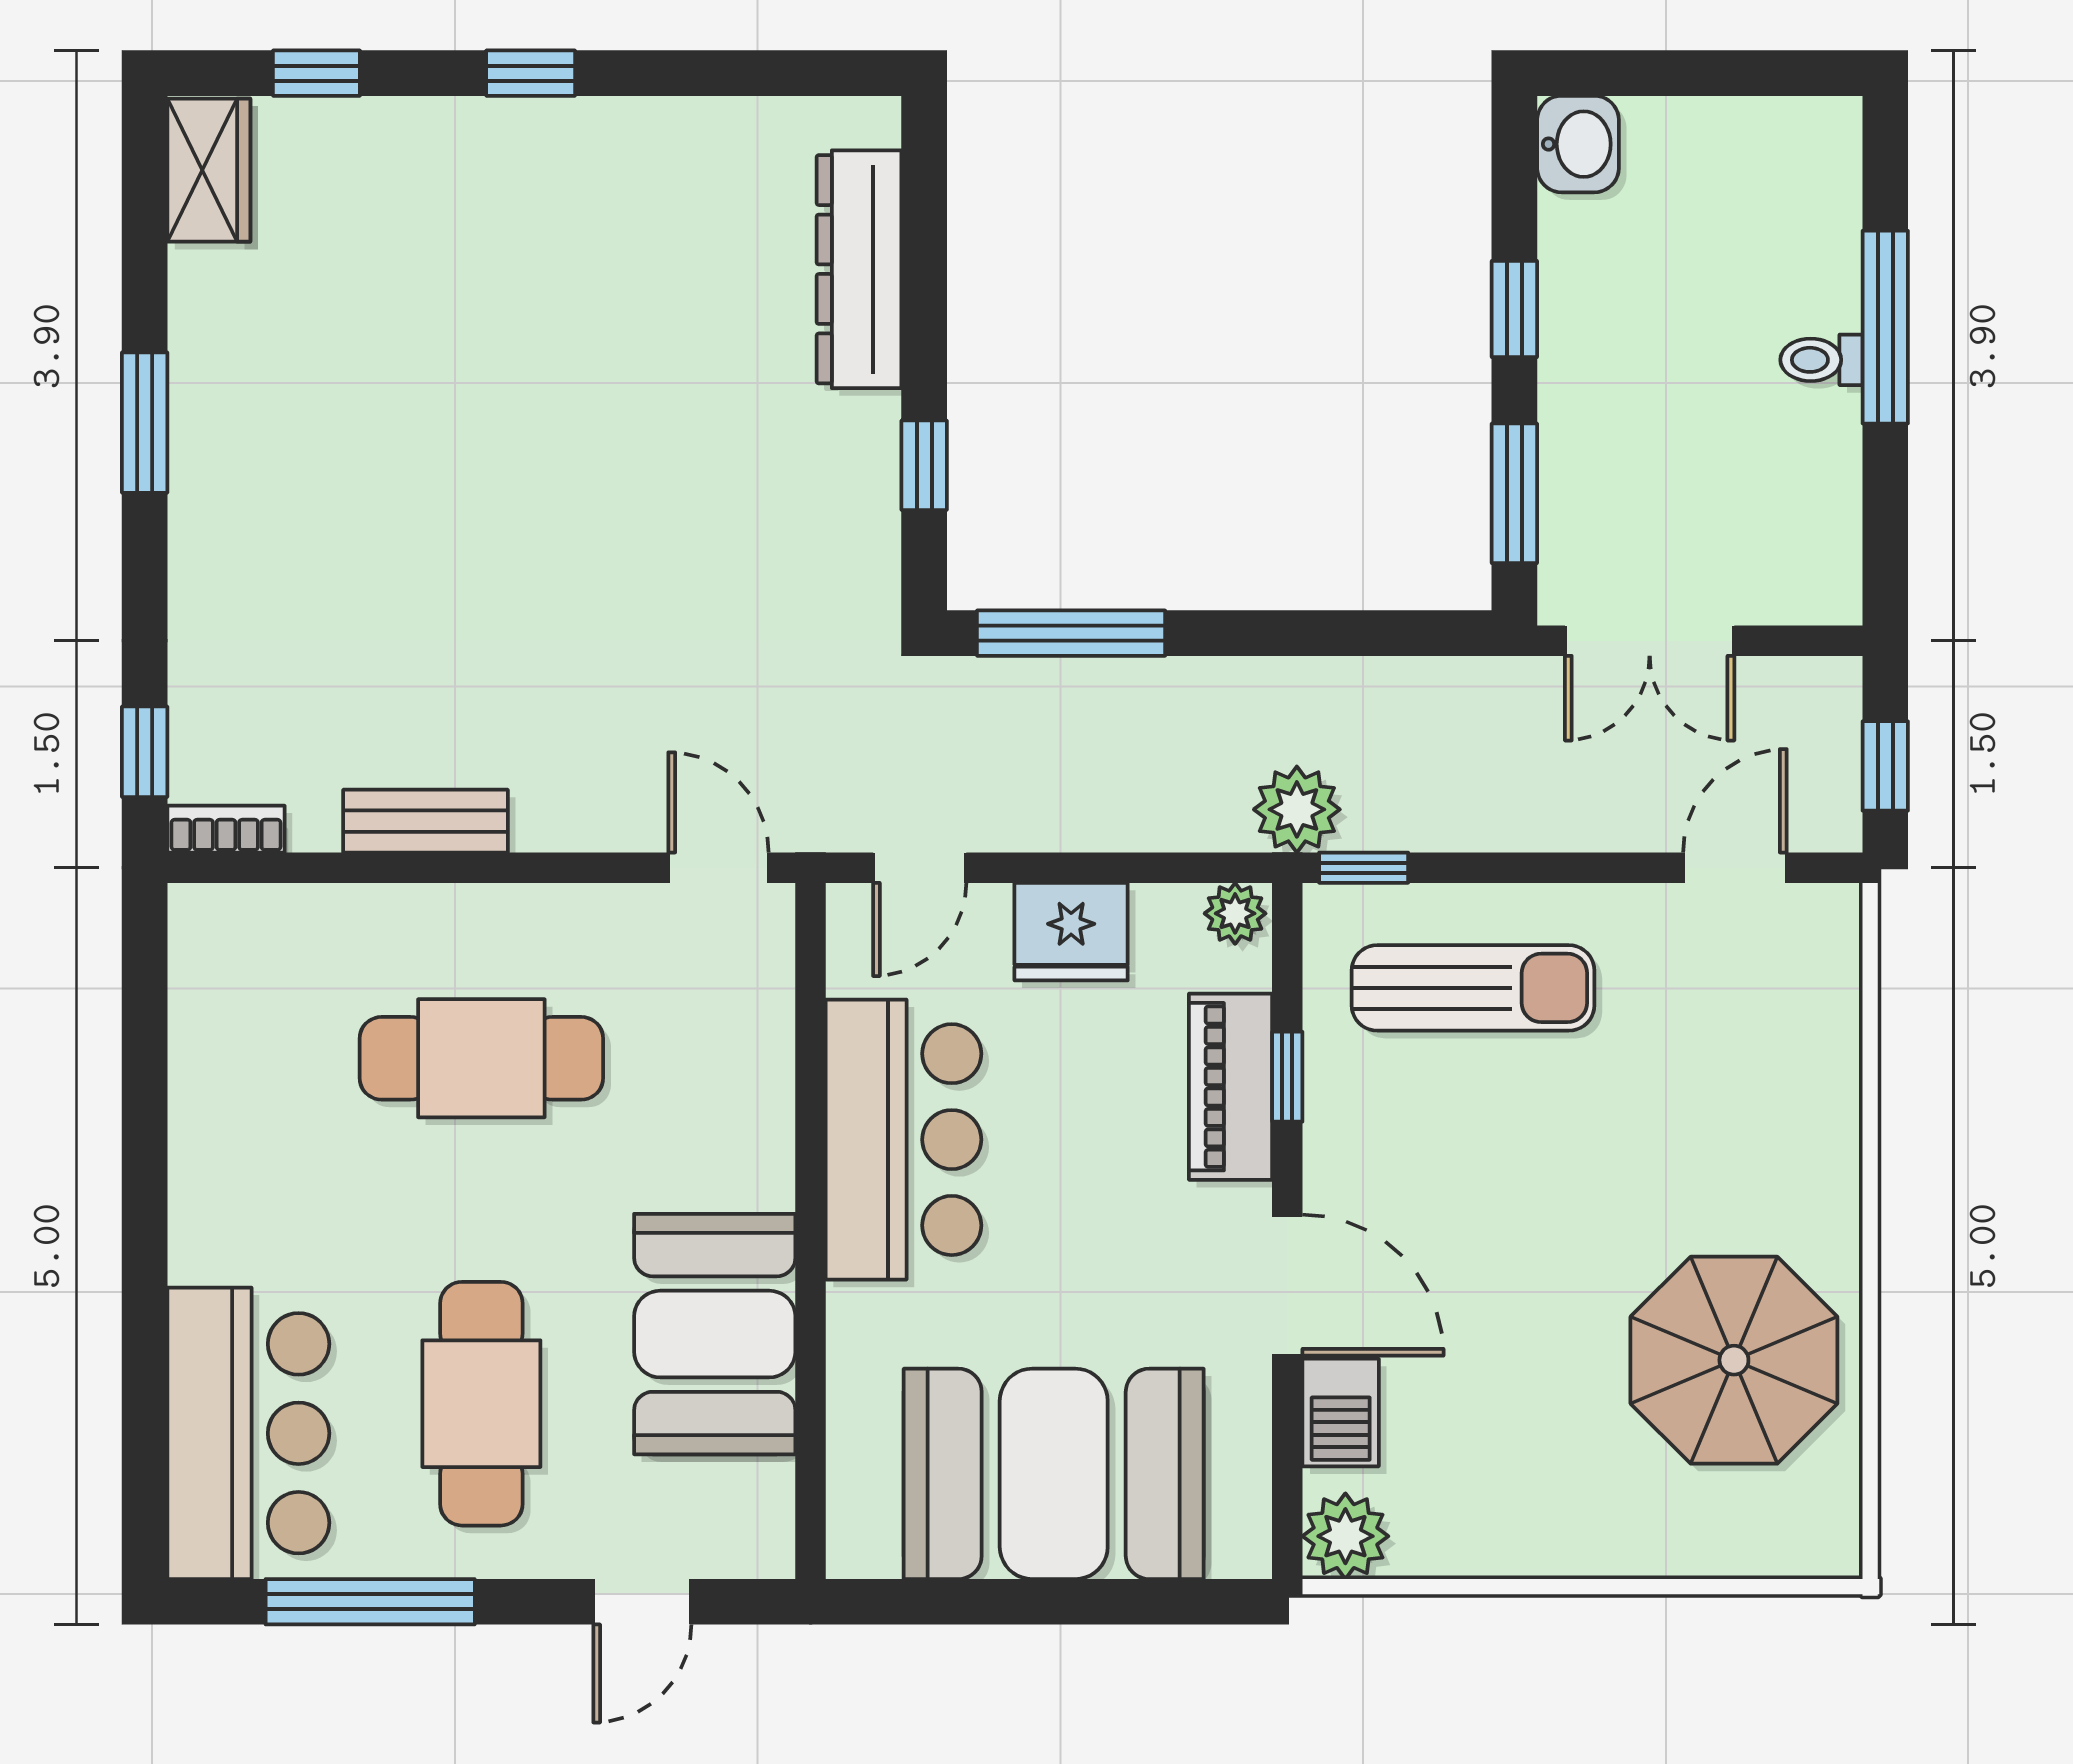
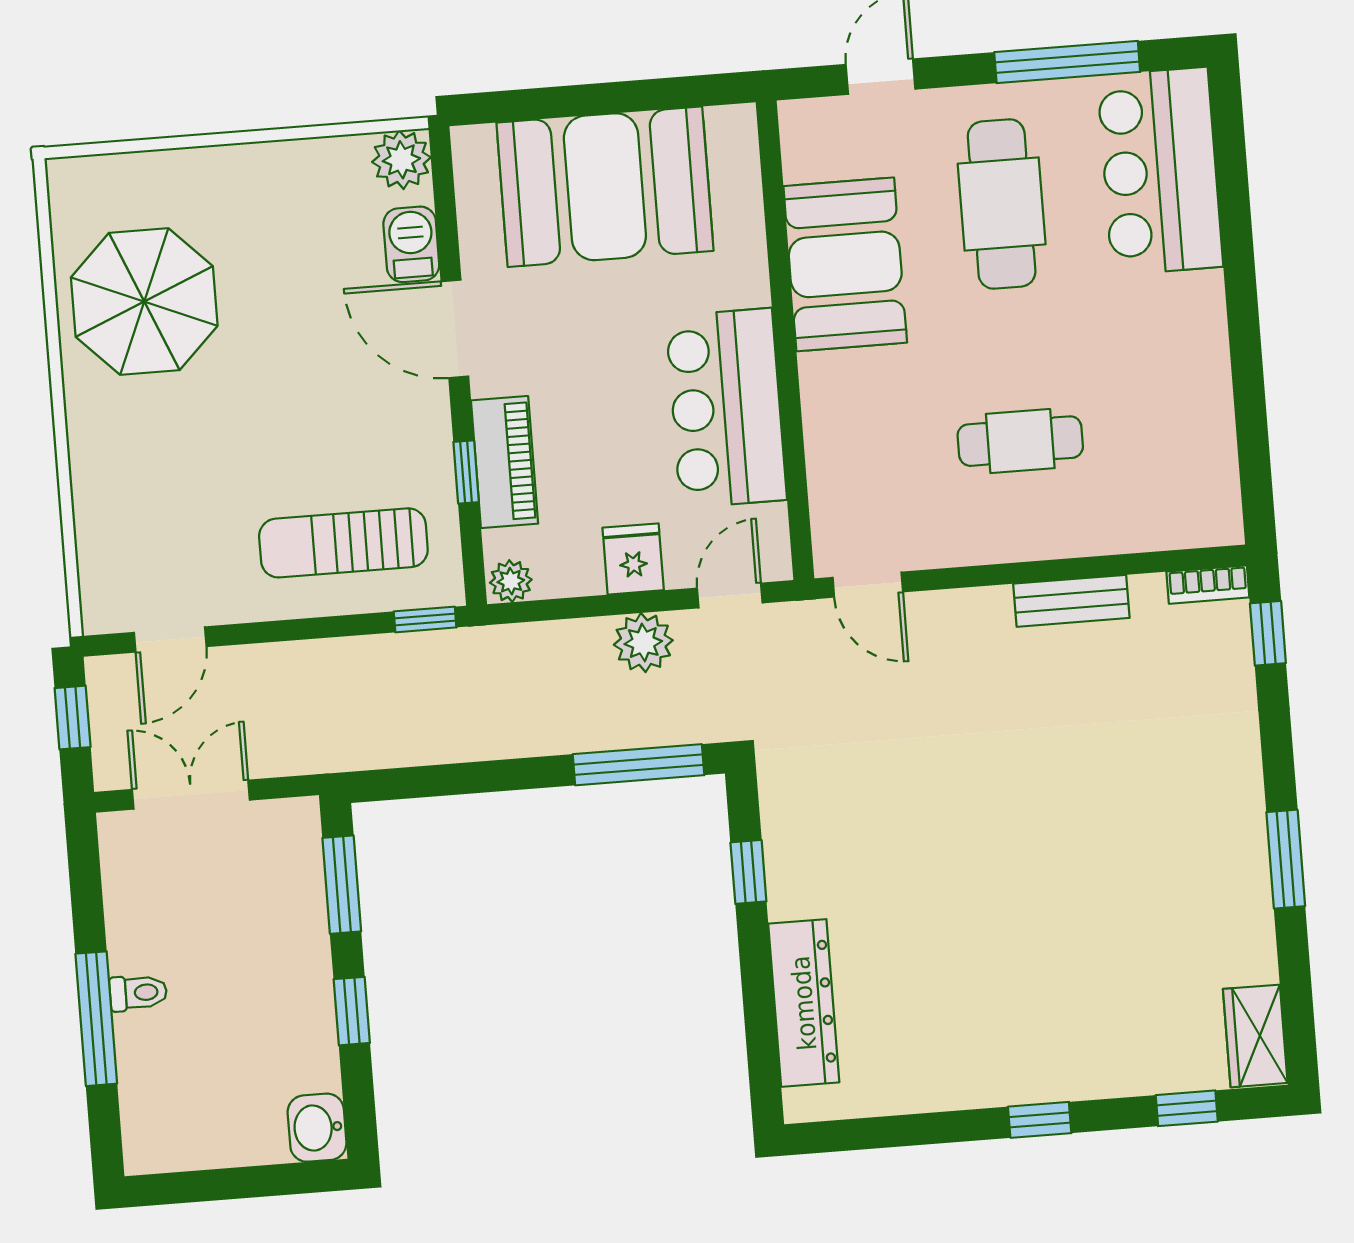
double door: (1650, 641) -> (191, 795), moved
plant: (1297, 809) -> (643, 643), moved
fridge: (1071, 932) -> (633, 559), width x0.72
cafe table: (481, 1058) -> (1020, 441), width x0.73, depth x0.74

